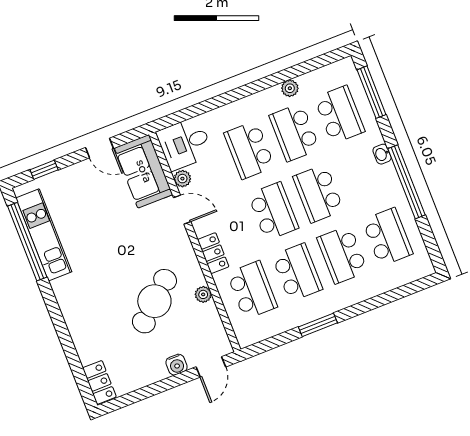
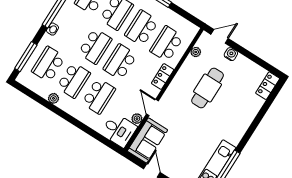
plant: (203, 294) -> (196, 52), moved
cafe table: (154, 301) -> (208, 88), turned -48

